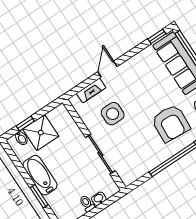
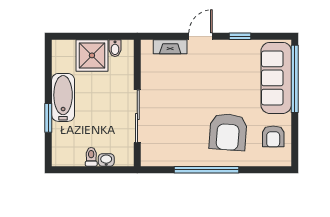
window: (157, 36) -> (240, 36), moved
side table: (113, 114) -> (176, 84), removed
window: (25, 124) -> (82, 36), removed
bidet: (21, 138) -> (115, 48), moved

